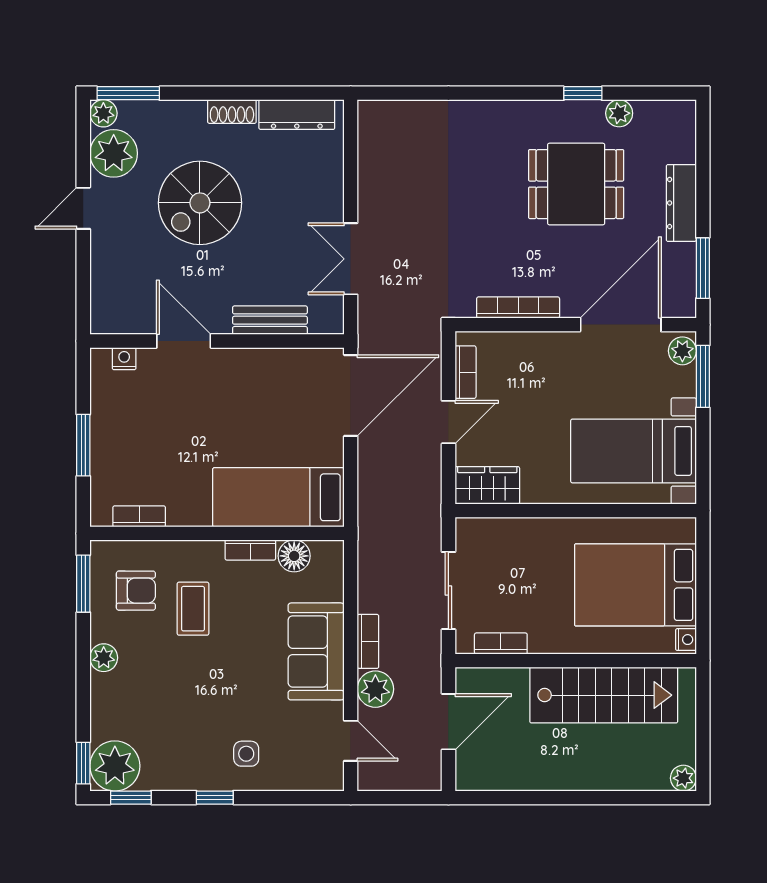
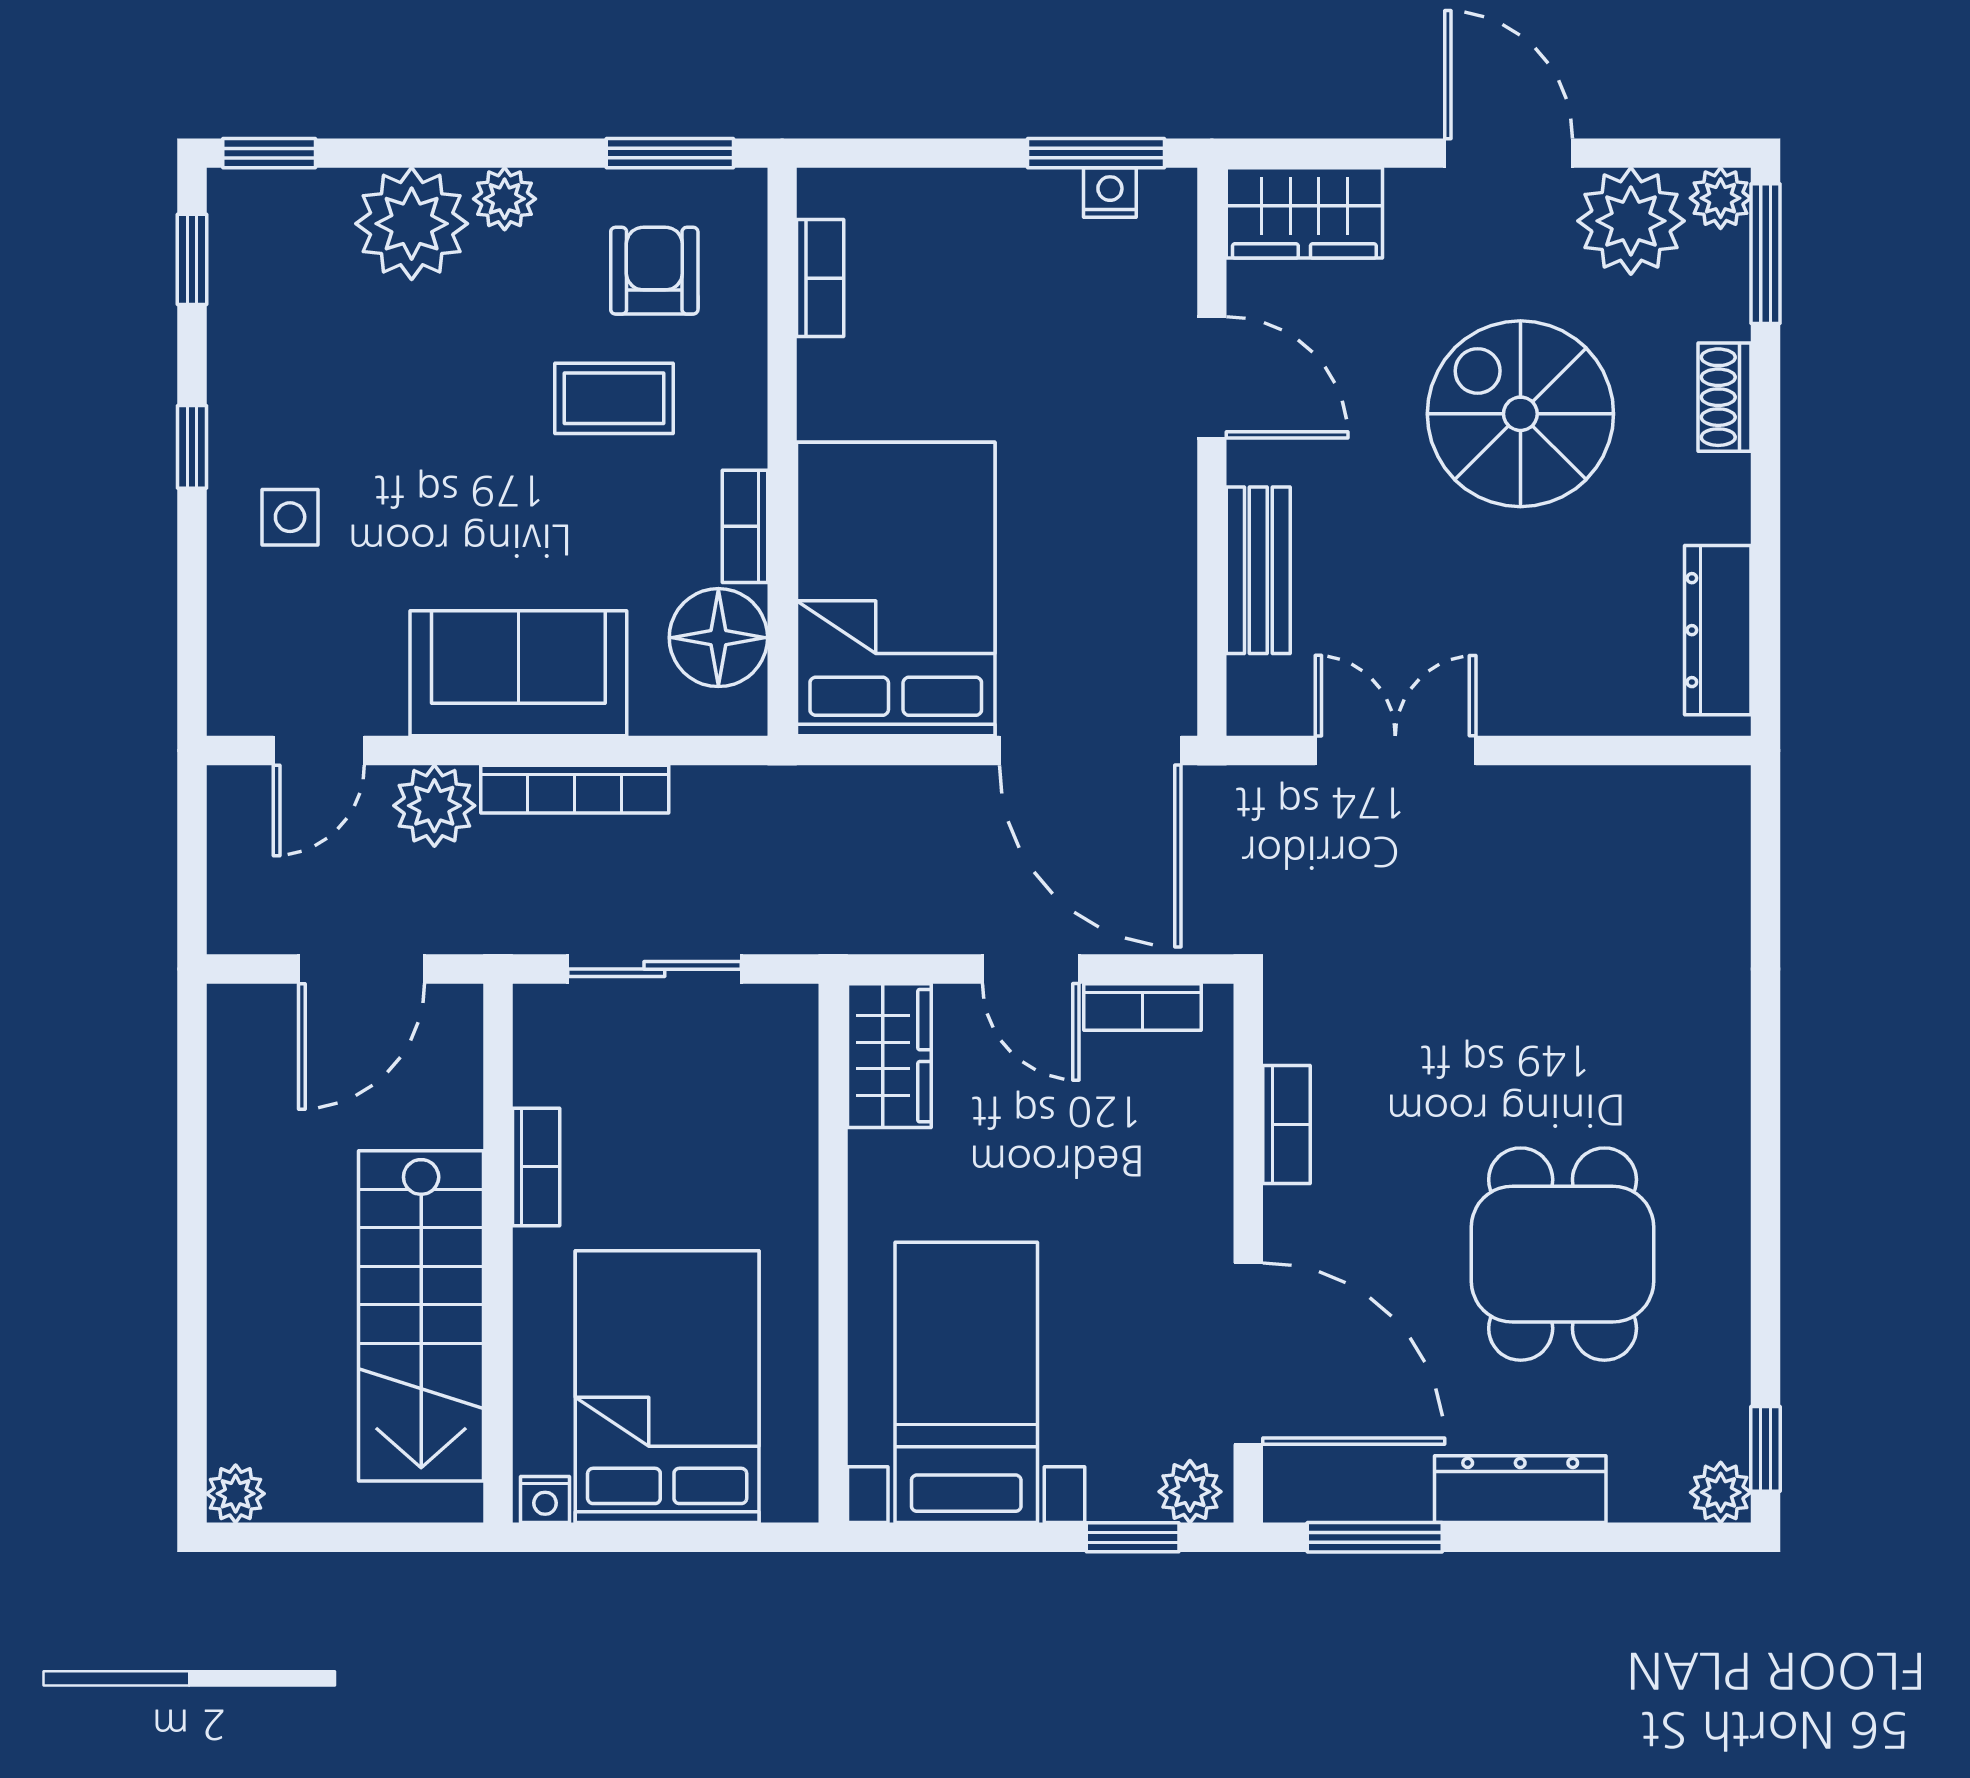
window: (583, 93) -> (1765, 1449), moved
shoe rack: (232, 111) -> (1725, 397), moved
plant: (619, 113) -> (1721, 1492), moved
door: (83, 208) -> (1509, 153), width x1.38
wardrobe: (110, 300) -> (1304, 213), added
bookcase: (518, 308) -> (1287, 1124), width x0.64
door: (184, 341) -> (1212, 377), hinge flipped
nightstand: (124, 359) -> (1110, 192), moved, turned -90
window: (703, 376) -> (1133, 1537), width x0.67
window: (83, 445) -> (1096, 153), moved
bed: (278, 497) -> (896, 589), width x1.50
floor lamp: (294, 556) -> (718, 638), width x1.38, depth x1.38
armchair: (136, 591) -> (654, 271), turned 180
bookcase: (368, 641) -> (575, 789), width x1.56
bookcase: (501, 644) -> (536, 1167), moved
door: (448, 722) -> (361, 969), hinge flipped
plant: (115, 766) -> (412, 224), moved

